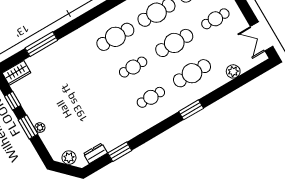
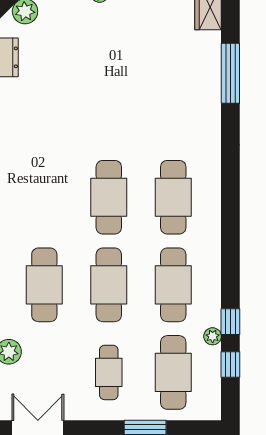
cafe table: (133, 67) -> (109, 197), width x1.37, depth x1.35
cafe table: (151, 97) -> (44, 197), removed

